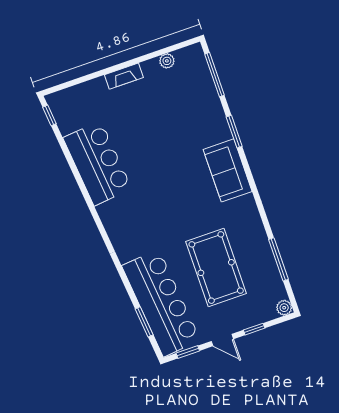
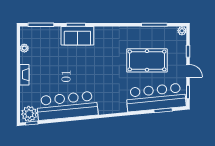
plant: (63, 106) -> (29, 114), added
bar counter: (97, 163) -> (67, 106), width x1.36
sofa: (228, 170) -> (77, 36), moved
door: (222, 340) -> (188, 71), hinge flipped

